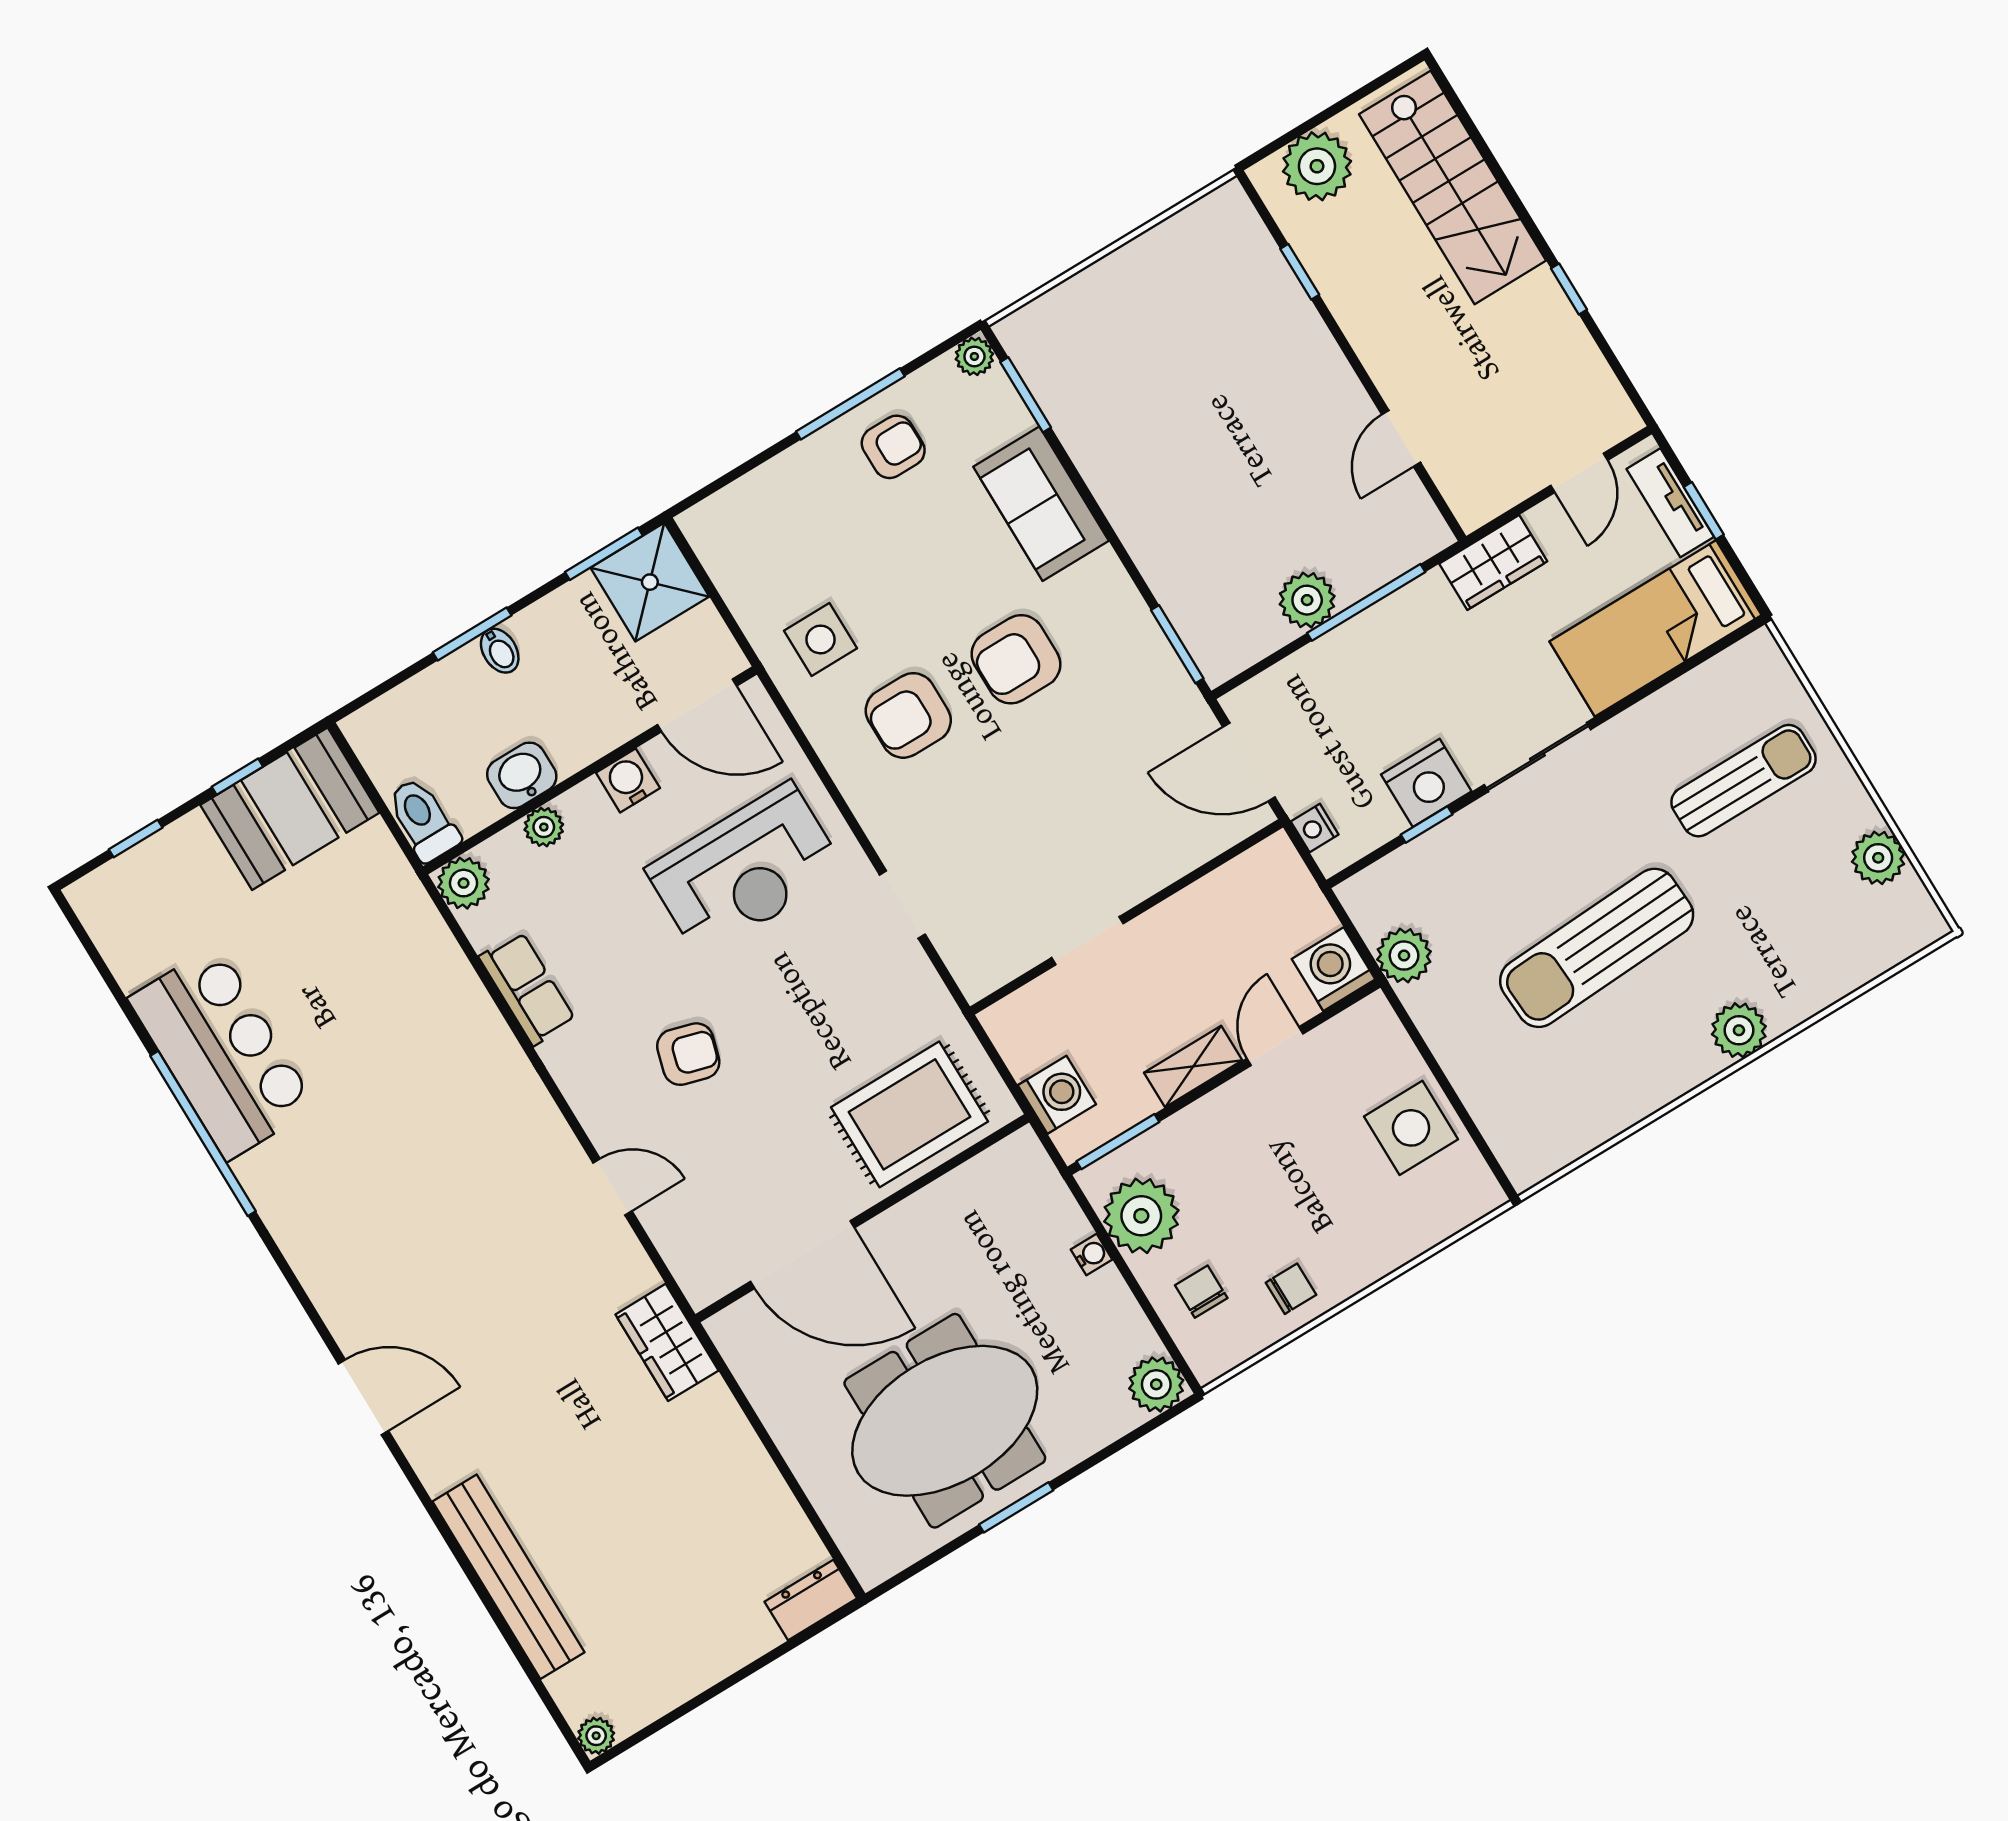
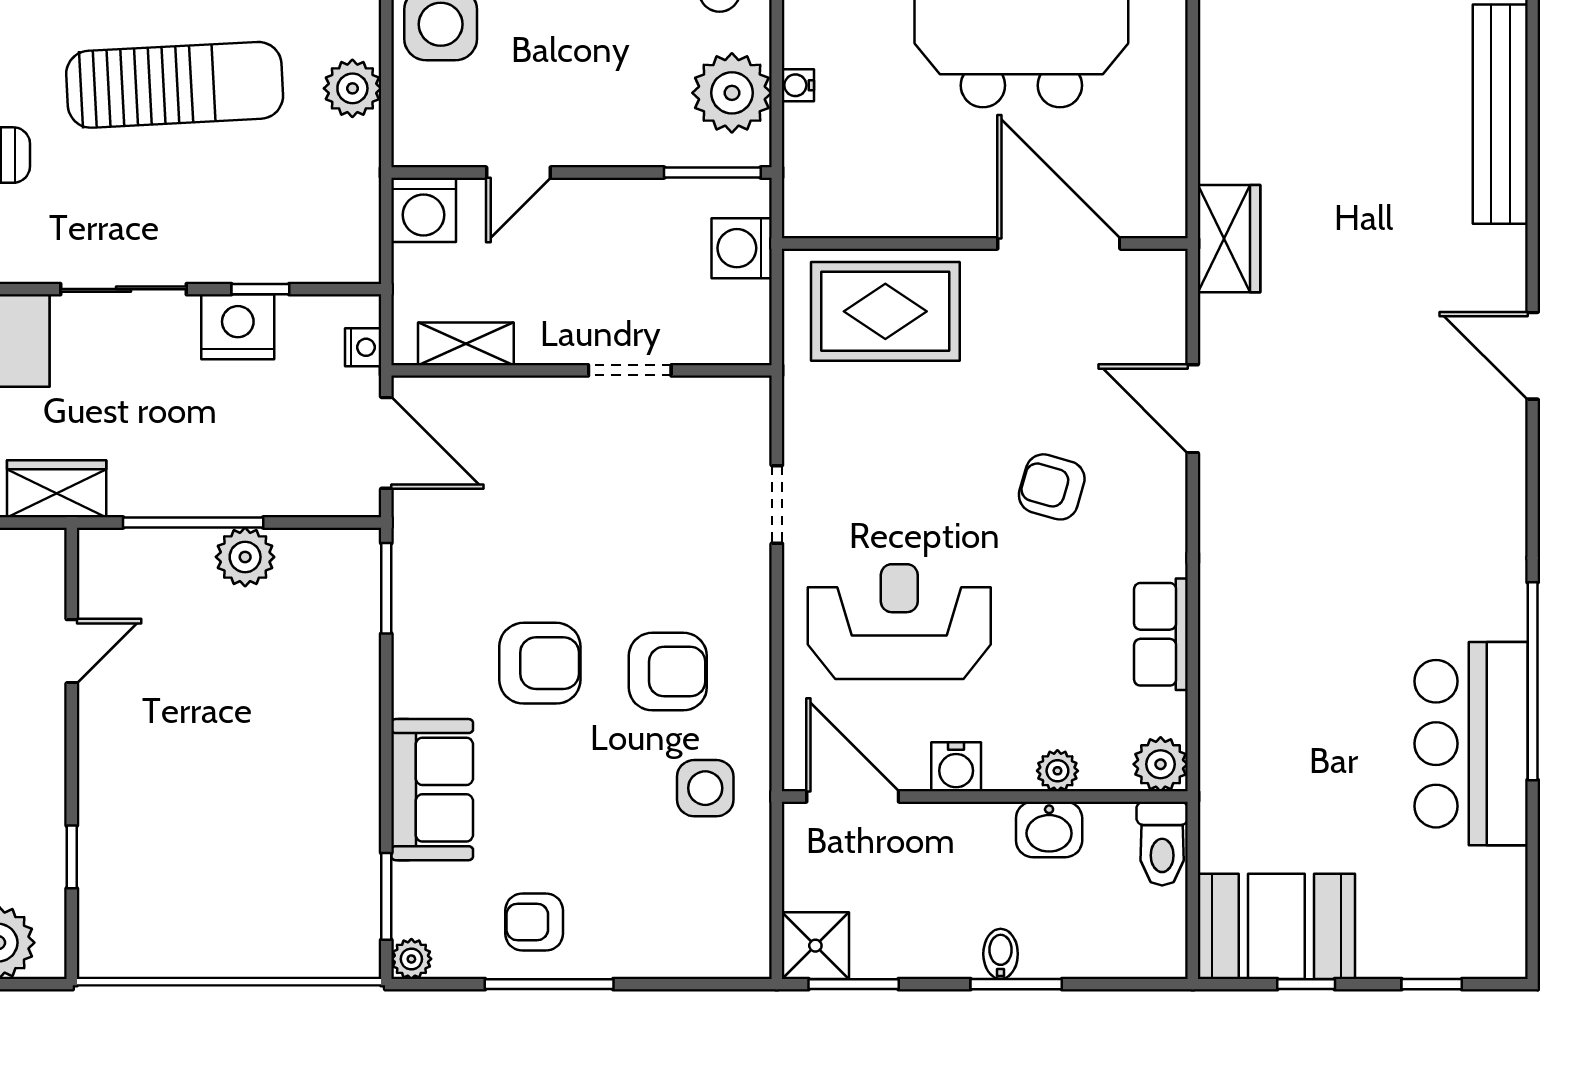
shower: (650, 582) -> (815, 946), width x0.73, depth x0.73
plant: (1404, 956) -> (352, 88), moved
shelving: (1193, 1066) -> (466, 344), moved
door: (612, 1187) -> (1193, 409), width x1.38

